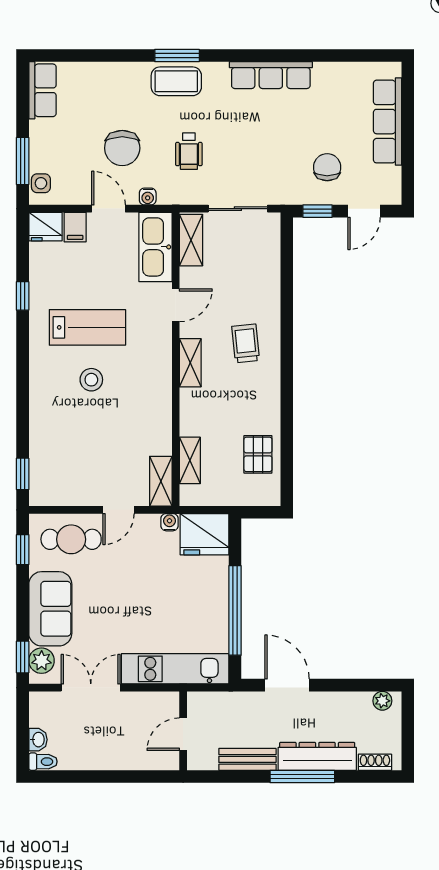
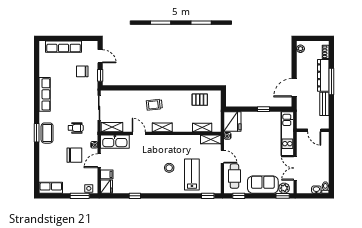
lab bench: (87, 327) -> (192, 174), moved
window: (235, 610) -> (264, 109), width x0.32

